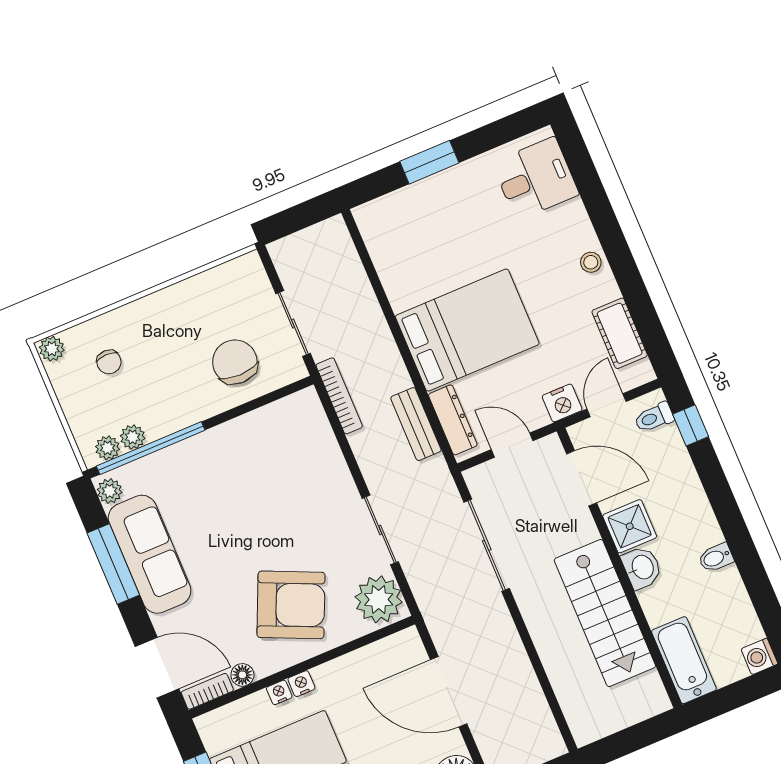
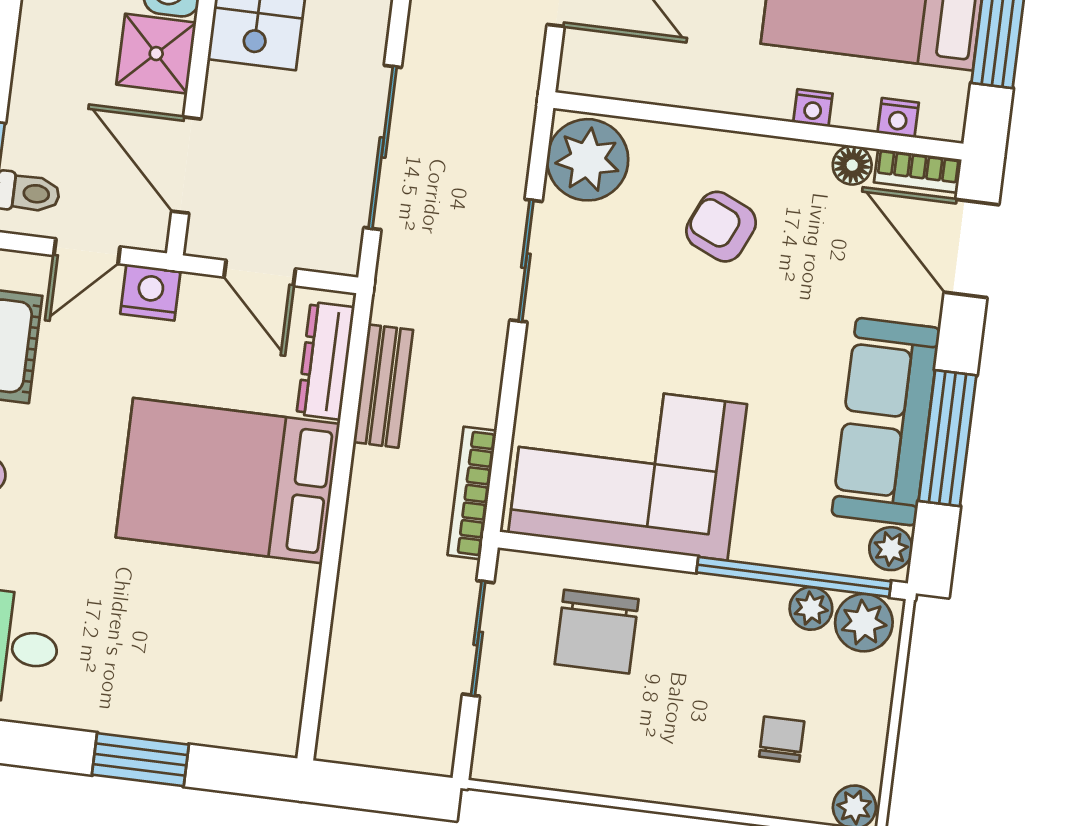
plant: (108, 448) -> (864, 623), width x1.38, depth x1.38
corner sofa: (267, 454) -> (628, 469), added
armchair: (291, 605) -> (721, 227), width x0.53, depth x0.53
nightstand: (301, 684) -> (898, 118), moved

